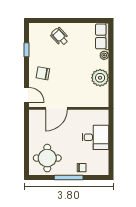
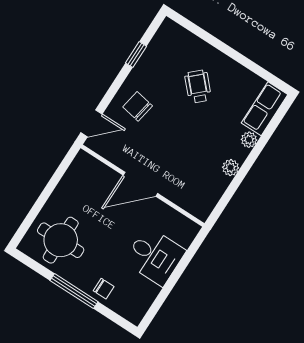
wheelchair: (60, 37) -> (198, 86), moved
plant: (100, 78) -> (231, 168), width x0.53, depth x0.53
door: (27, 95) -> (92, 123), hinge flipped
door: (56, 108) -> (140, 184), moved

